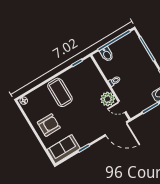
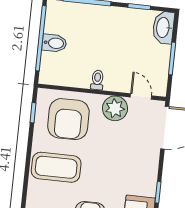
bidet: (107, 54) -> (54, 43), moved
armchair: (86, 81) -> (68, 119), added
door: (122, 107) -> (141, 96), swing flipped

